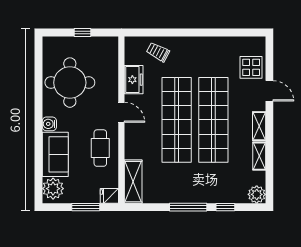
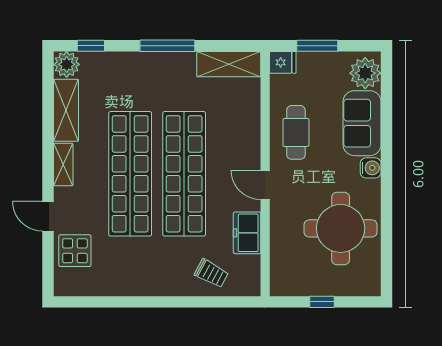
shelving: (259, 156) -> (66, 110), width x1.50, depth x1.33
shelving: (133, 182) -> (229, 64), moved, turned 90
window: (225, 207) -> (91, 46), moved

